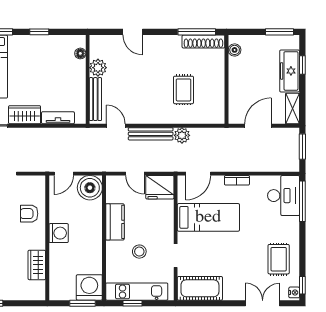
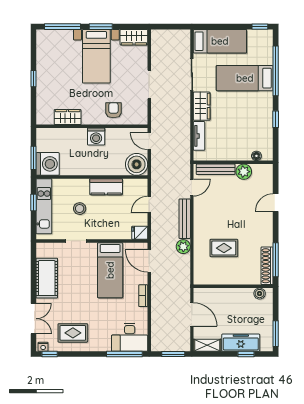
fridge: (160, 187) -> (140, 233), width x0.53, depth x0.75
cot: (200, 288) -> (47, 278), moved

